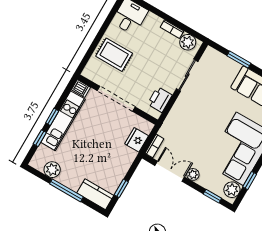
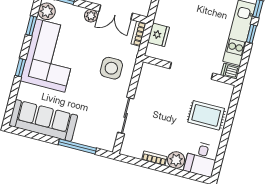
plant: (188, 42) -> (176, 160), moved
window: (239, 60) -> (77, 146), width x1.44
printer: (160, 100) -> (147, 83), removed
side table: (188, 122) -> (111, 68), added

